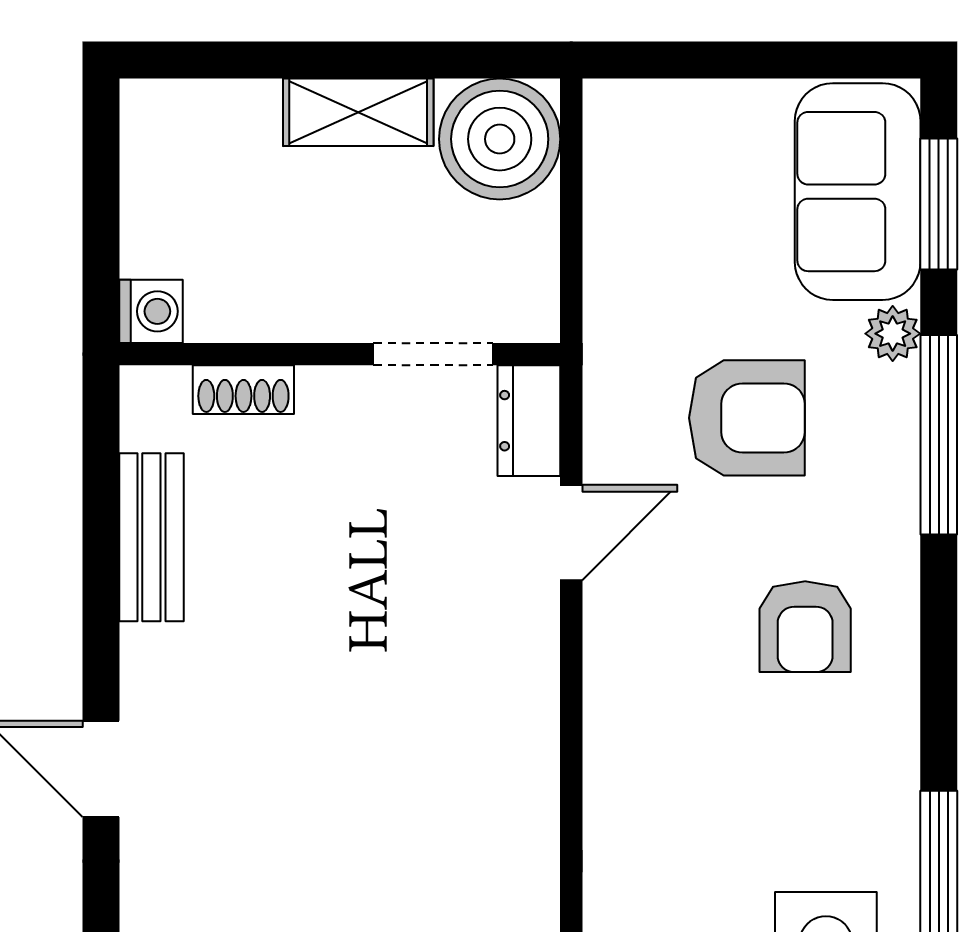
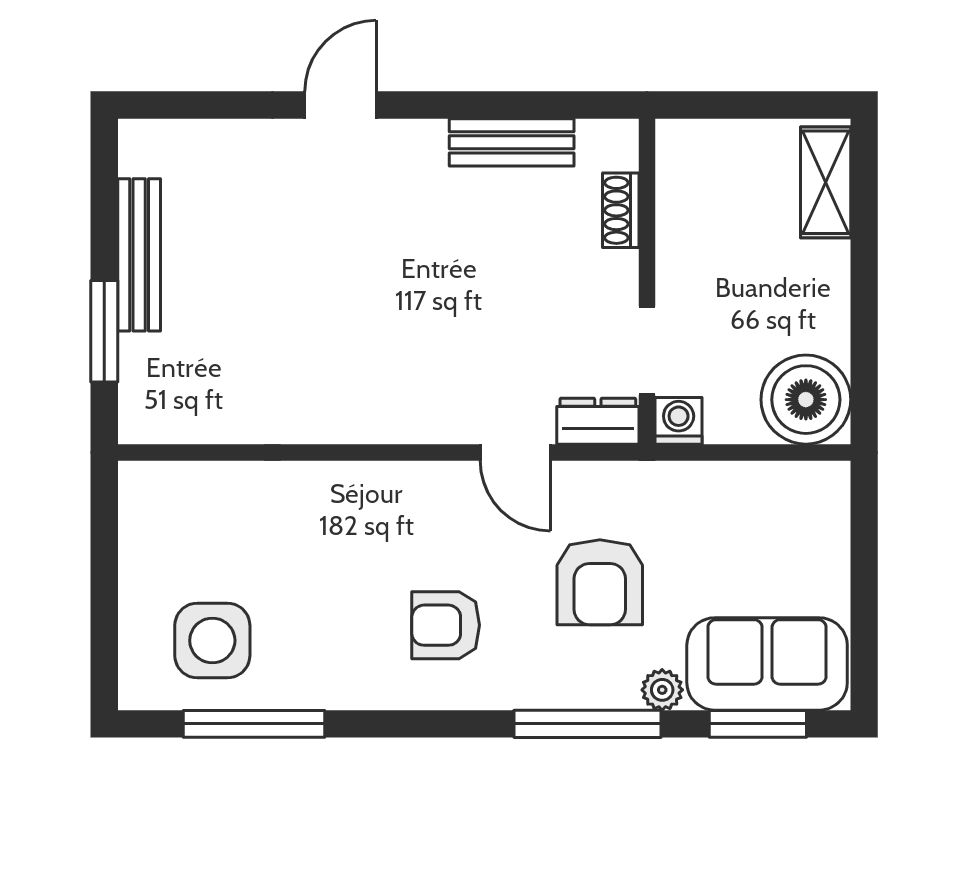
shelving: (358, 112) -> (826, 182), moved
washing machine: (151, 311) -> (679, 421), moved, turned 180

